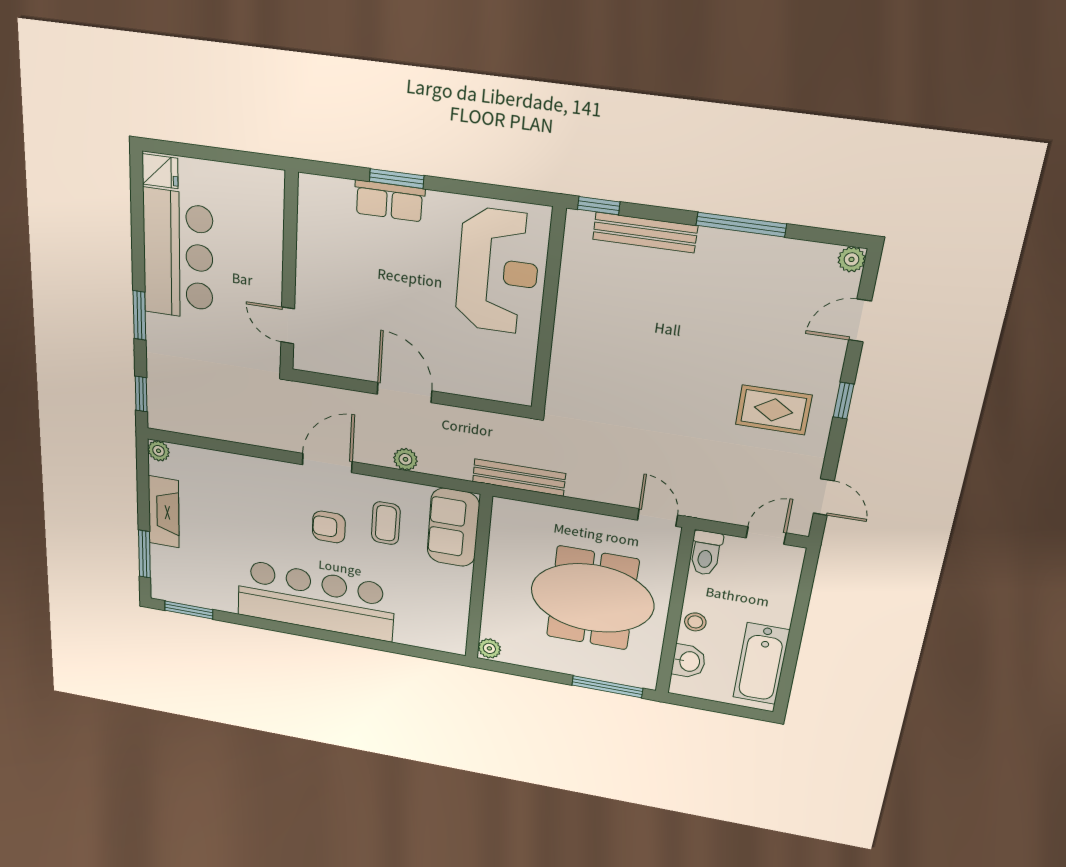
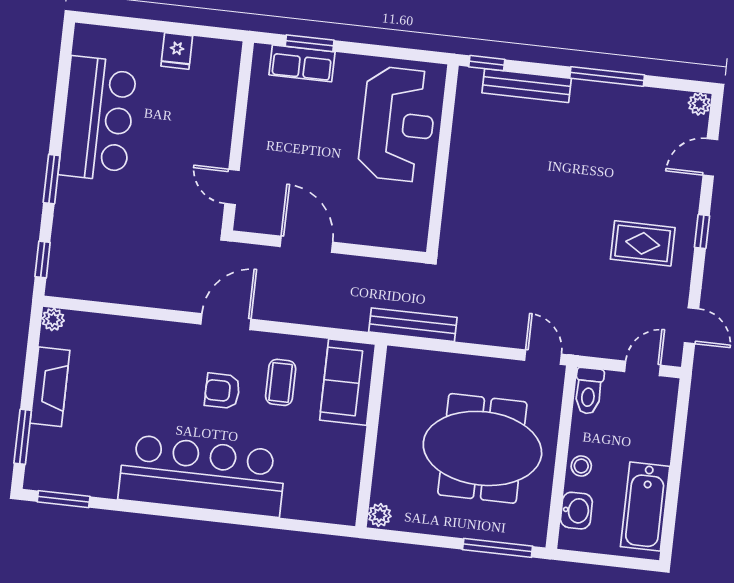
fridge: (160, 171) -> (177, 51), moved, turned 90
wall: (289, 273) -> (238, 136), moved
door: (288, 325) -> (232, 187), moved
plant: (405, 459) -> (304, 313), removed

